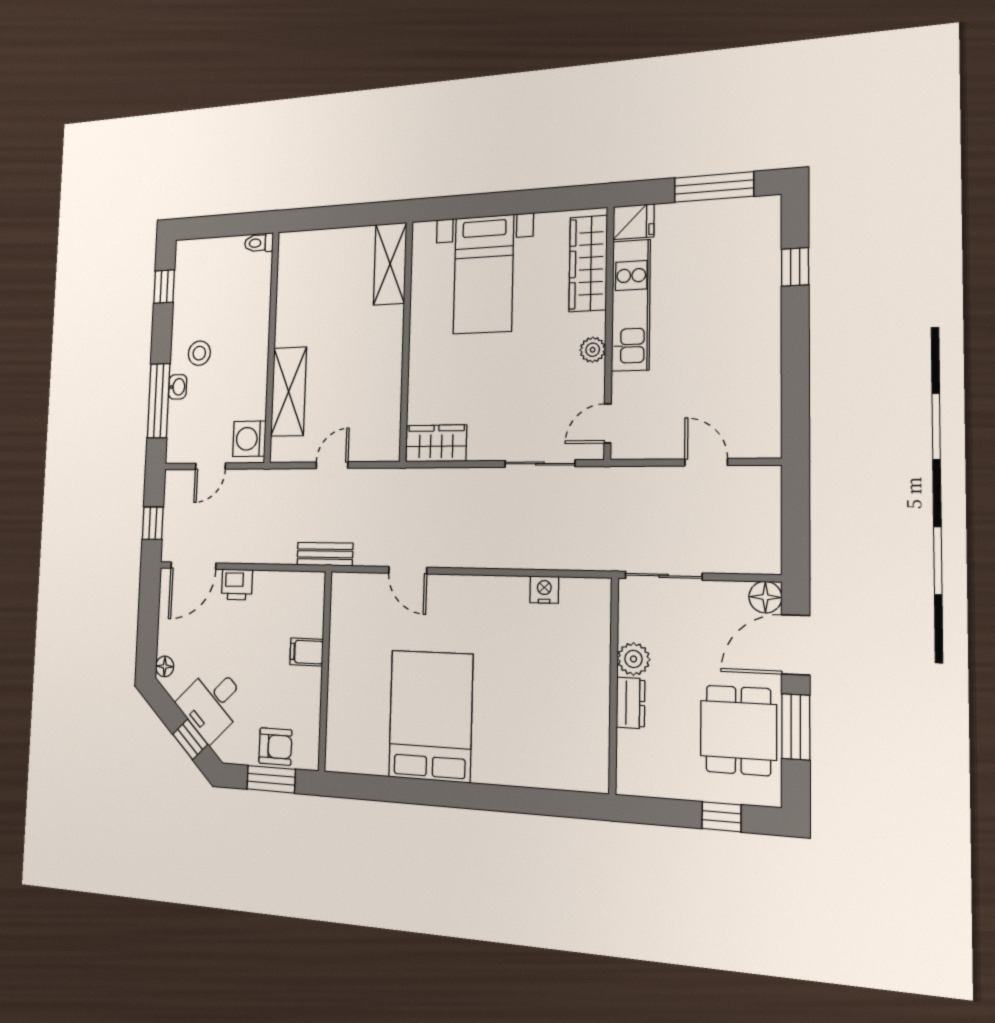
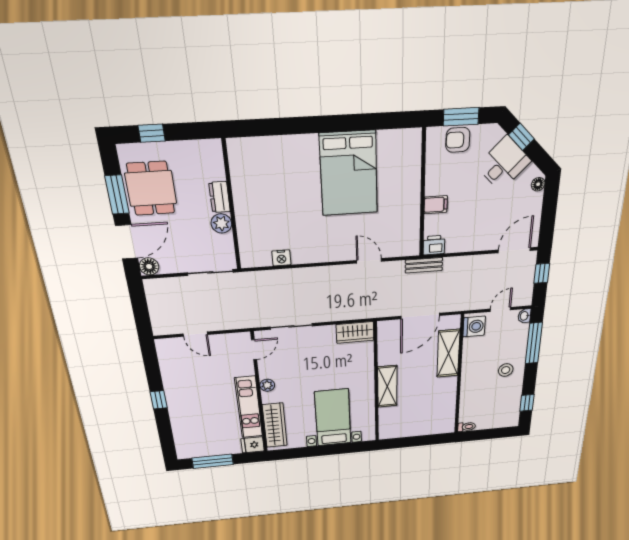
shelving: (390, 264) -> (387, 386), moved
window: (795, 267) -> (159, 400), moved
washbasin: (178, 387) -> (524, 316), moved
door: (332, 465) -> (420, 316), width x1.87
printer: (237, 585) -> (434, 245), moved

